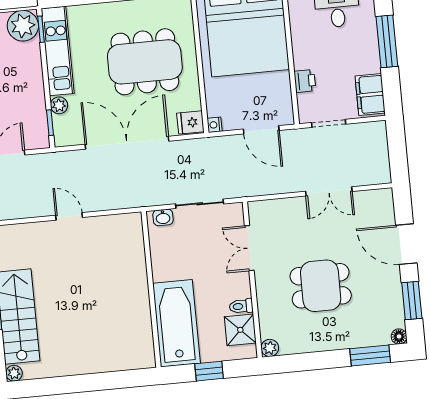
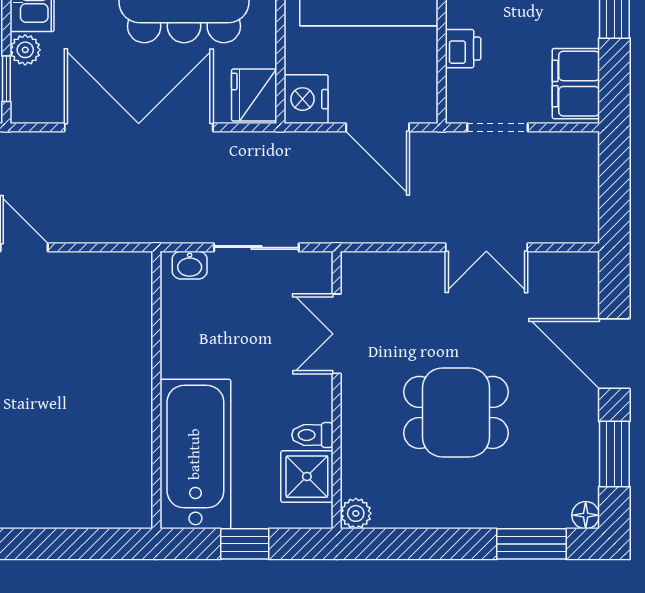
fridge: (190, 122) -> (254, 95), width x1.38
nightstand: (215, 125) -> (306, 99), width x1.89, depth x1.79

